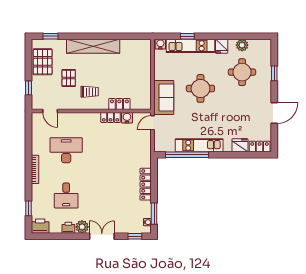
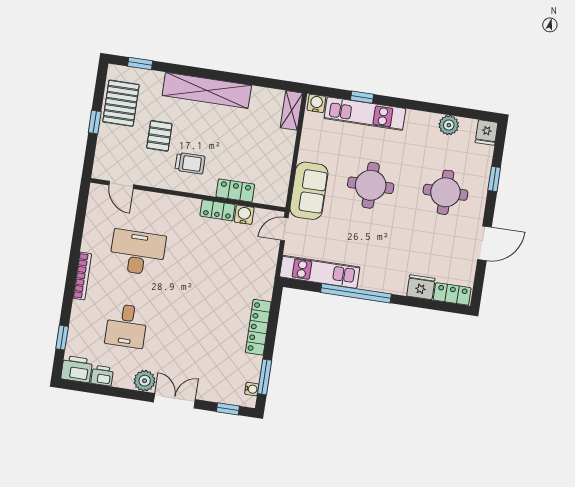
fridge: (222, 46) -> (487, 133), moved
shelving: (146, 51) -> (291, 110), added
round table: (242, 72) -> (445, 192), moved
window: (28, 88) -> (95, 122), moved
kitchen unit: (199, 145) -> (320, 272), moved
window: (187, 155) -> (356, 293), moved
printer: (68, 228) -> (102, 376), moved

